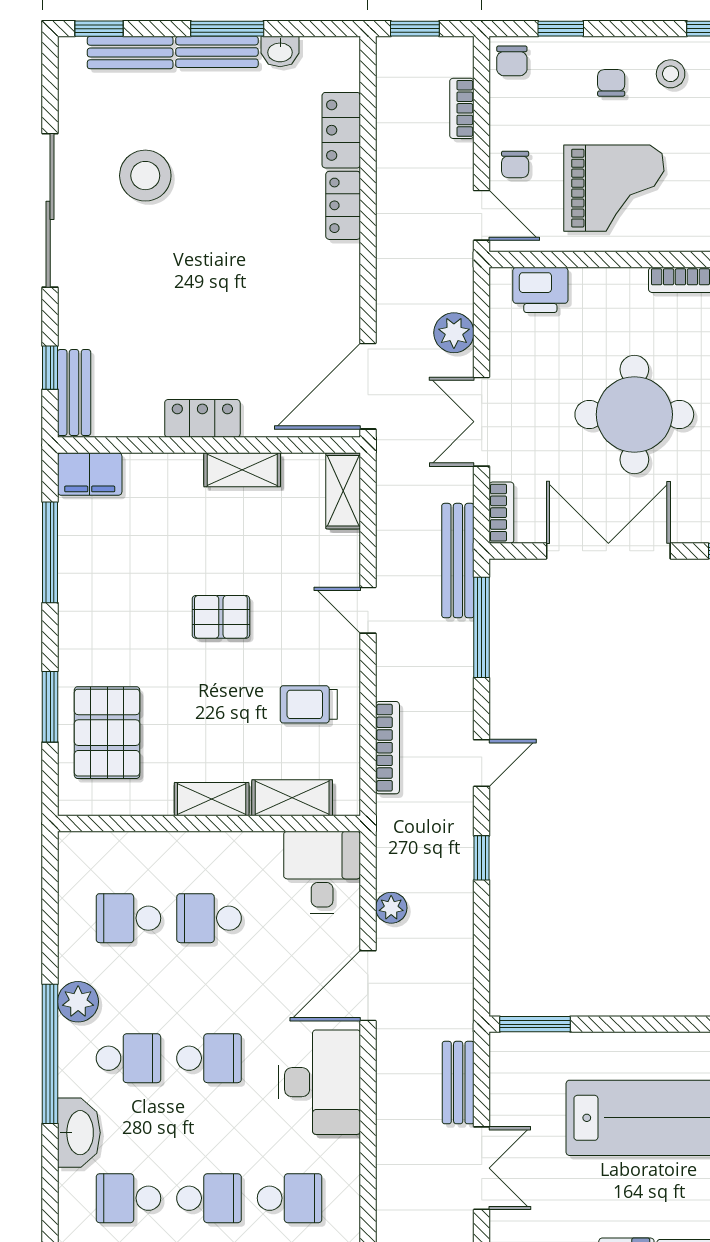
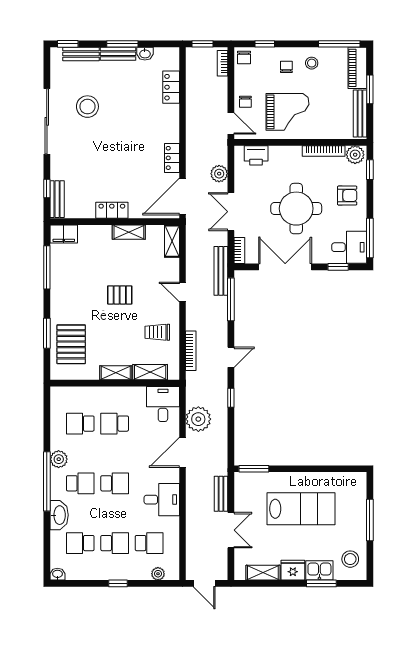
bookcase: (462, 108) -> (223, 63), moved
locker: (343, 205) -> (172, 158), moved
plant: (391, 908) -> (198, 419), width x1.87, depth x1.87
desk: (319, 1082) -> (162, 500), width x0.73

